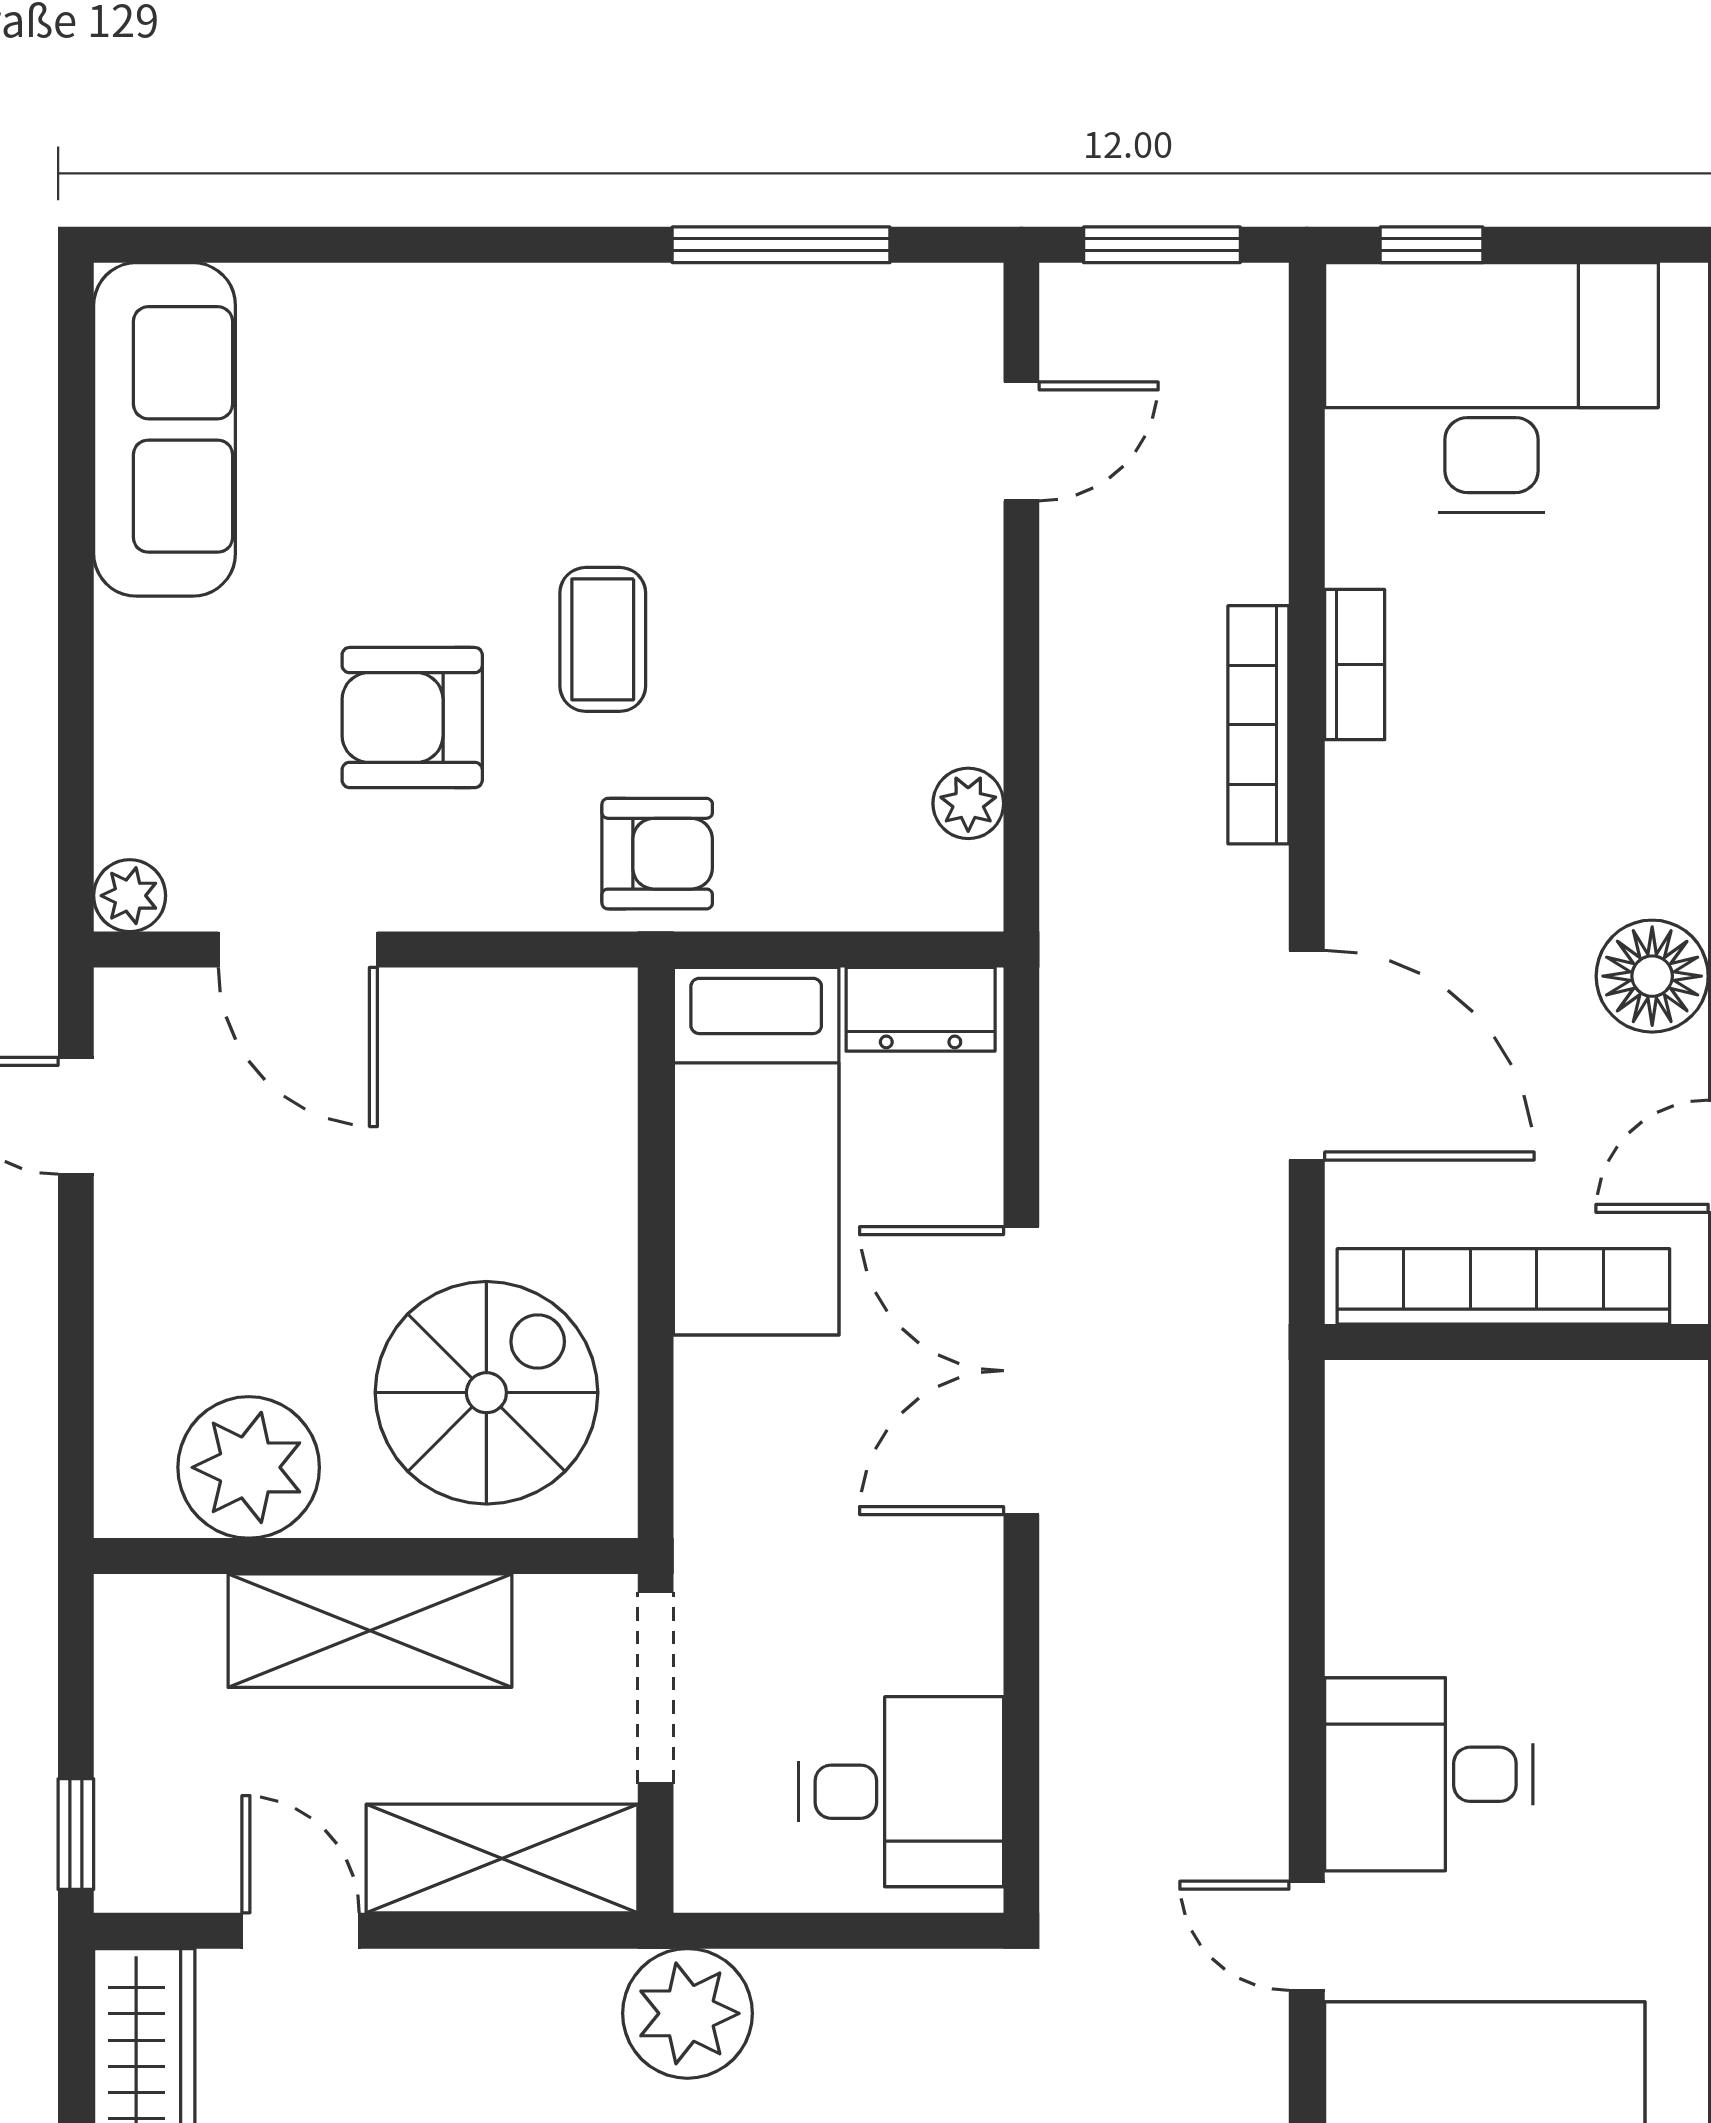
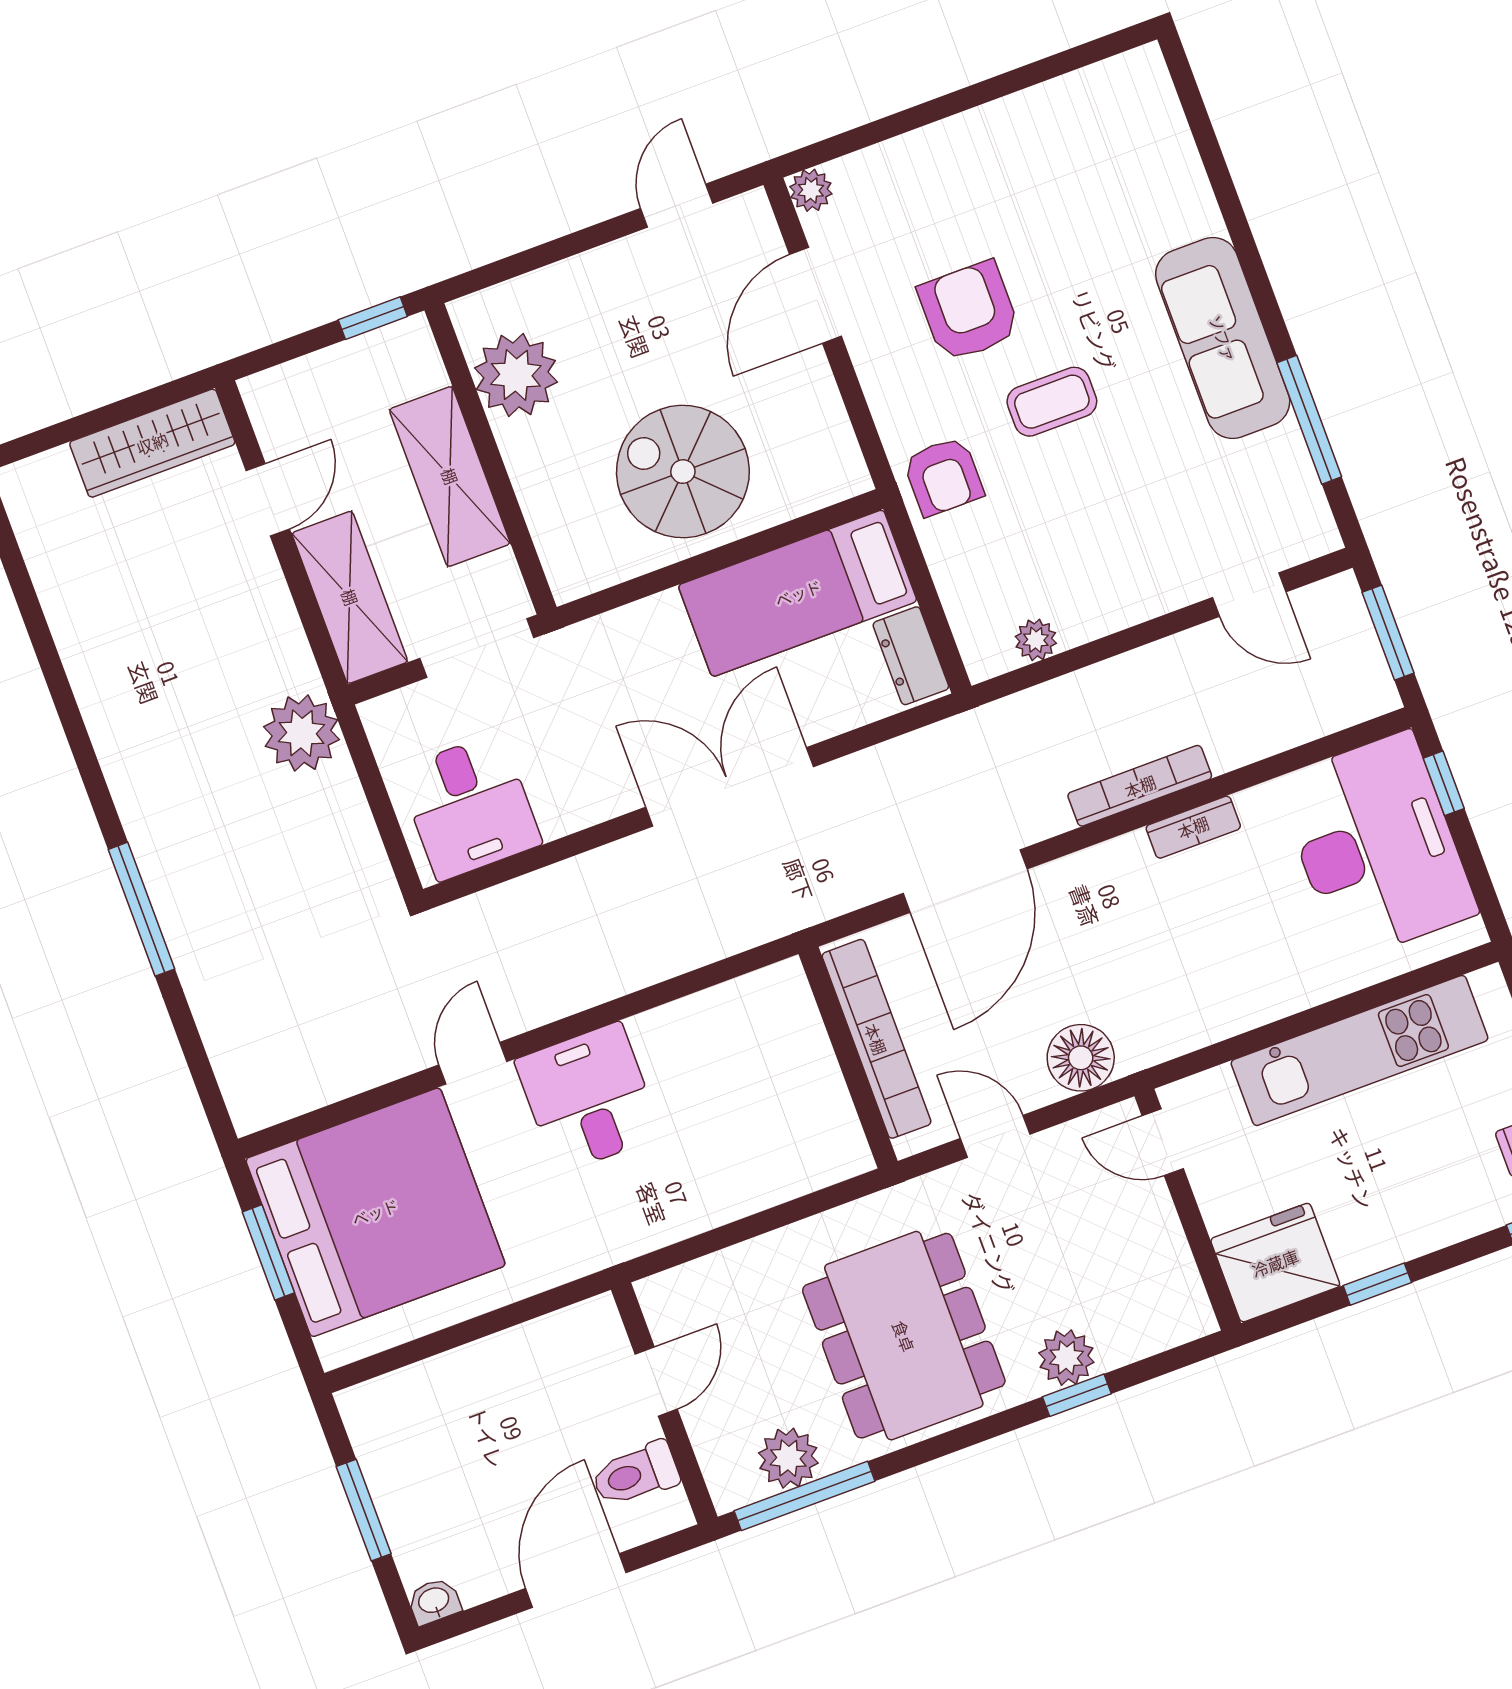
sofa: (165, 429) -> (1223, 338), moved, turned 90
spiral stairs: (486, 1393) -> (683, 472), moved, turned 180
window: (76, 1834) -> (373, 318), moved

